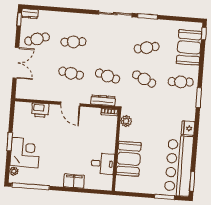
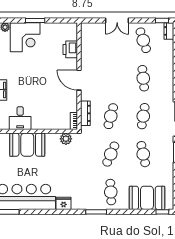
double door: (16, 63) -> (117, 20), width x0.73
cafe table: (71, 73) -> (143, 116), moved
door: (70, 104) -> (79, 80), hinge flipped

